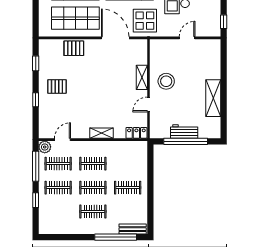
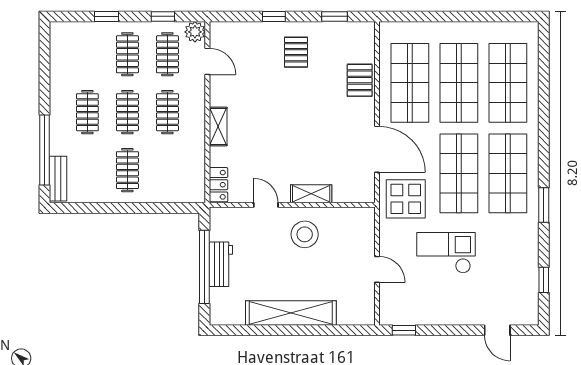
door: (115, 38) -> (377, 149), hinge flipped
shelving: (213, 98) -> (291, 313), width x1.47
window: (36, 166) -> (163, 16), width x0.46

